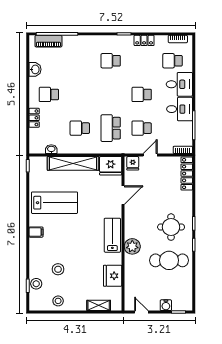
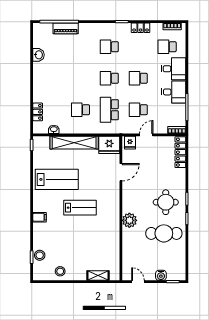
piano: (48, 41) -> (66, 28), moved
school desk: (49, 94) -> (109, 78), moved
locker: (34, 118) -> (38, 112), moved
filing cabinet: (36, 232) -> (39, 217), moved
lab bench: (112, 235) -> (80, 208), moved, turned 90
stool: (58, 269) -> (60, 242), removed
fridge: (113, 276) -> (111, 248), removed

